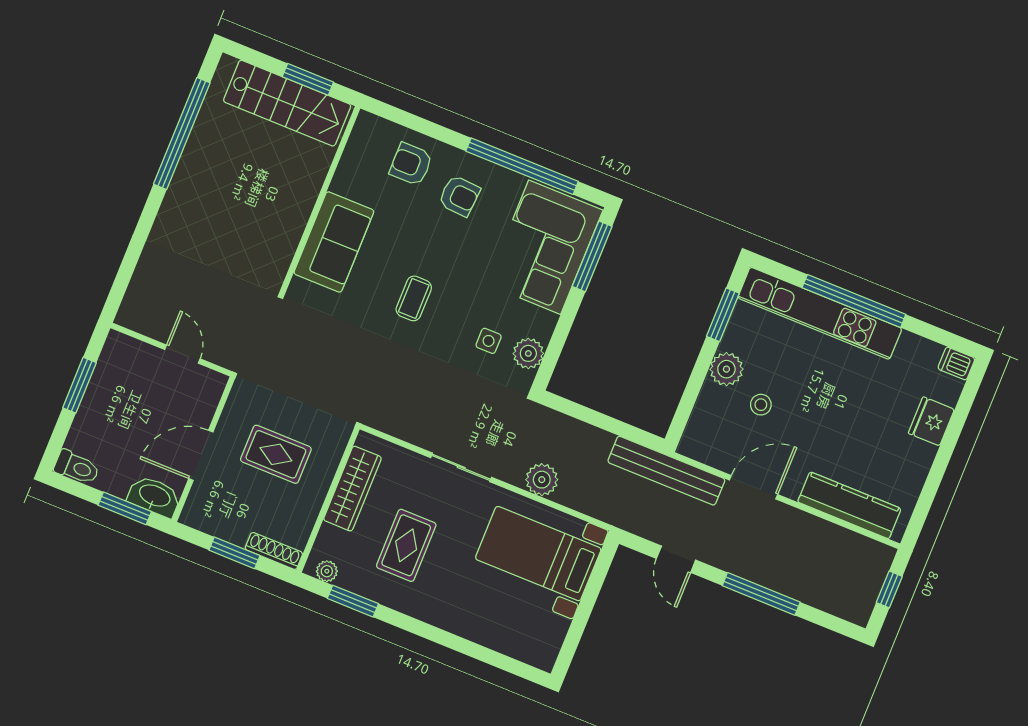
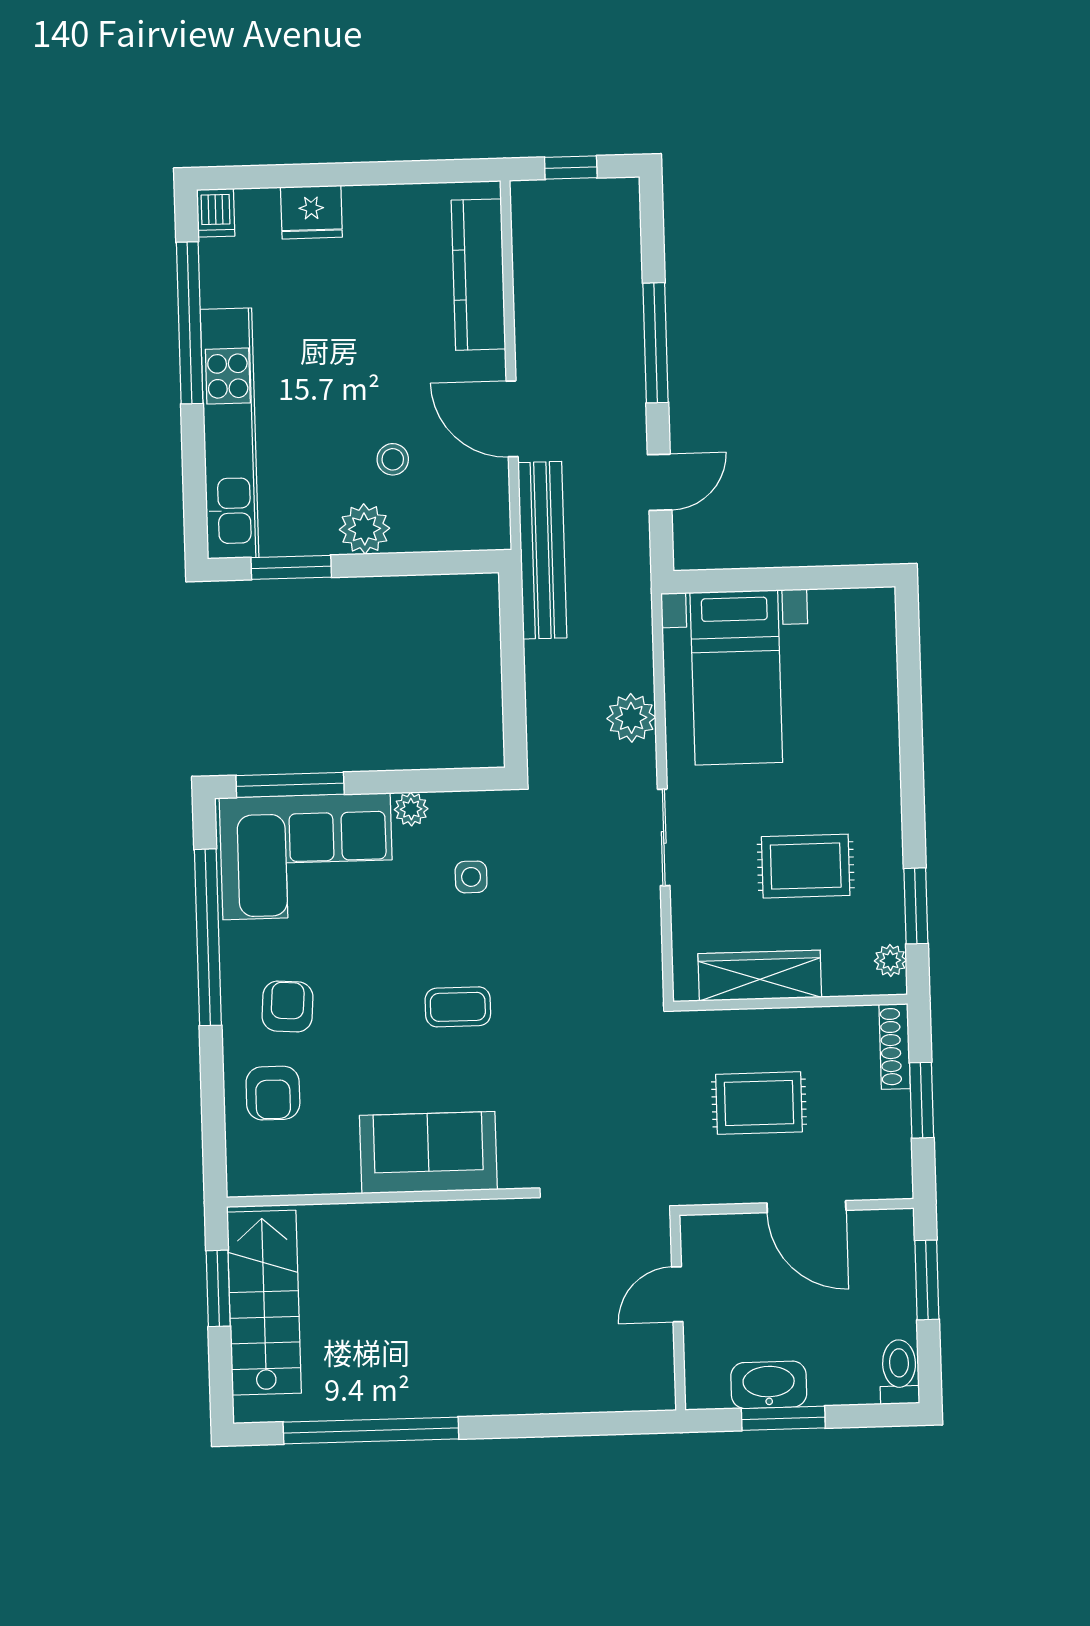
window: (854, 301) -> (190, 323), moved
plant: (528, 353) -> (411, 809), moved, width x0.73, depth x0.73
rug: (276, 454) -> (759, 1103), turned 90
washbasin: (154, 496) -> (769, 1385), moved, turned 90

